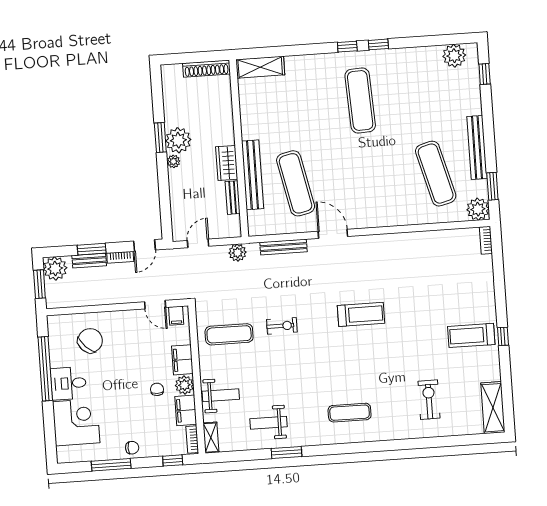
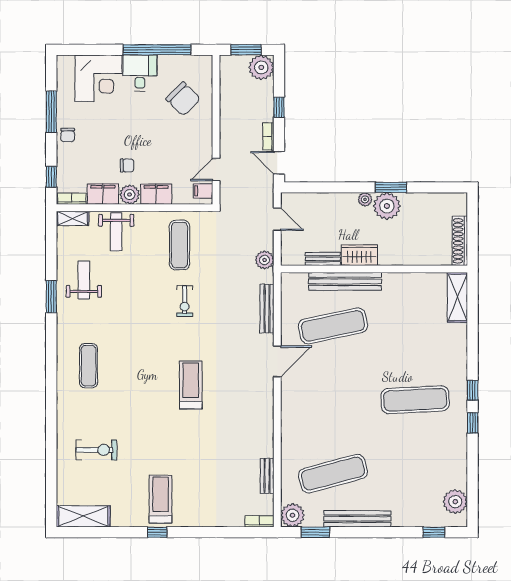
window: (92, 249) -> (279, 107), width x0.67
bench: (89, 261) -> (267, 476), moved
treadmill: (361, 314) -> (191, 385), turned 180

